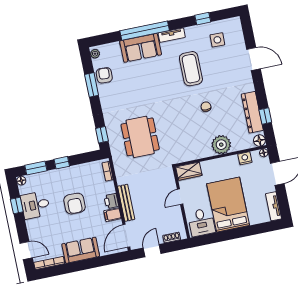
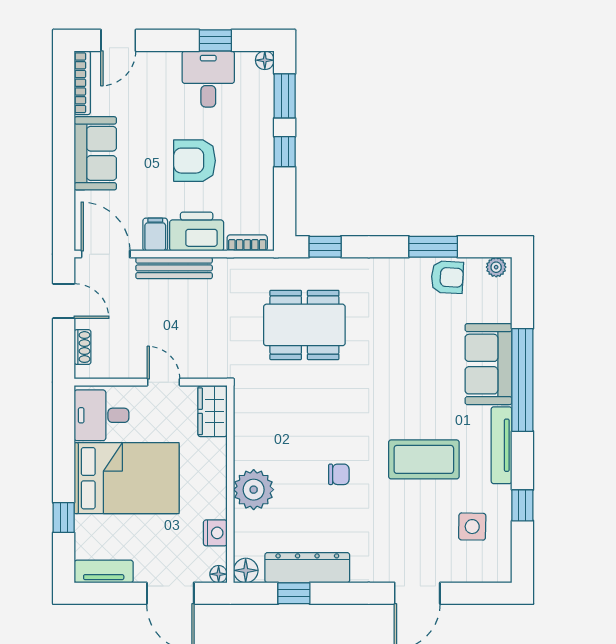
tv unit: (172, 35) -> (502, 445), width x1.41
printer: (111, 201) -> (197, 232), width x1.87, depth x1.48
window: (252, 230) -> (64, 518), added

